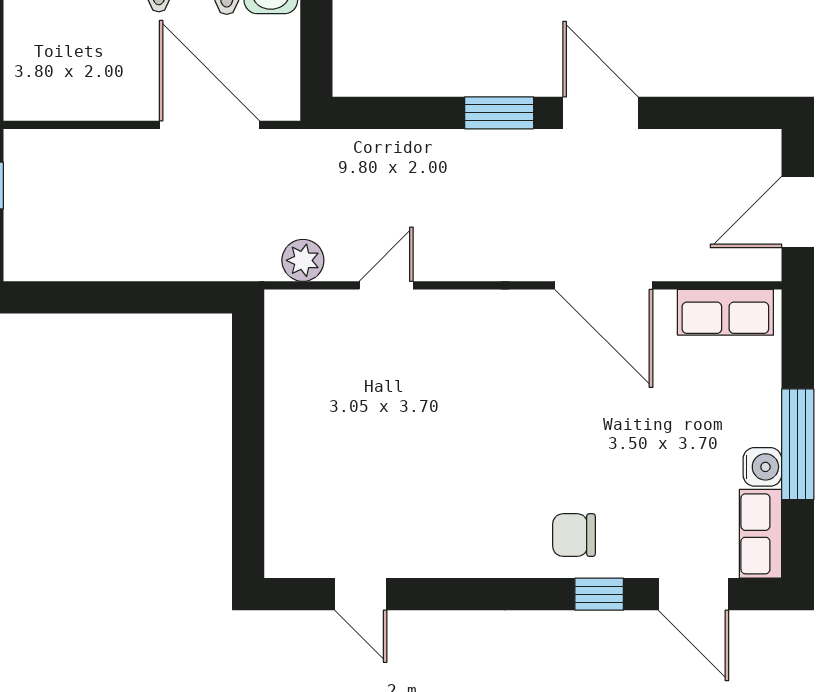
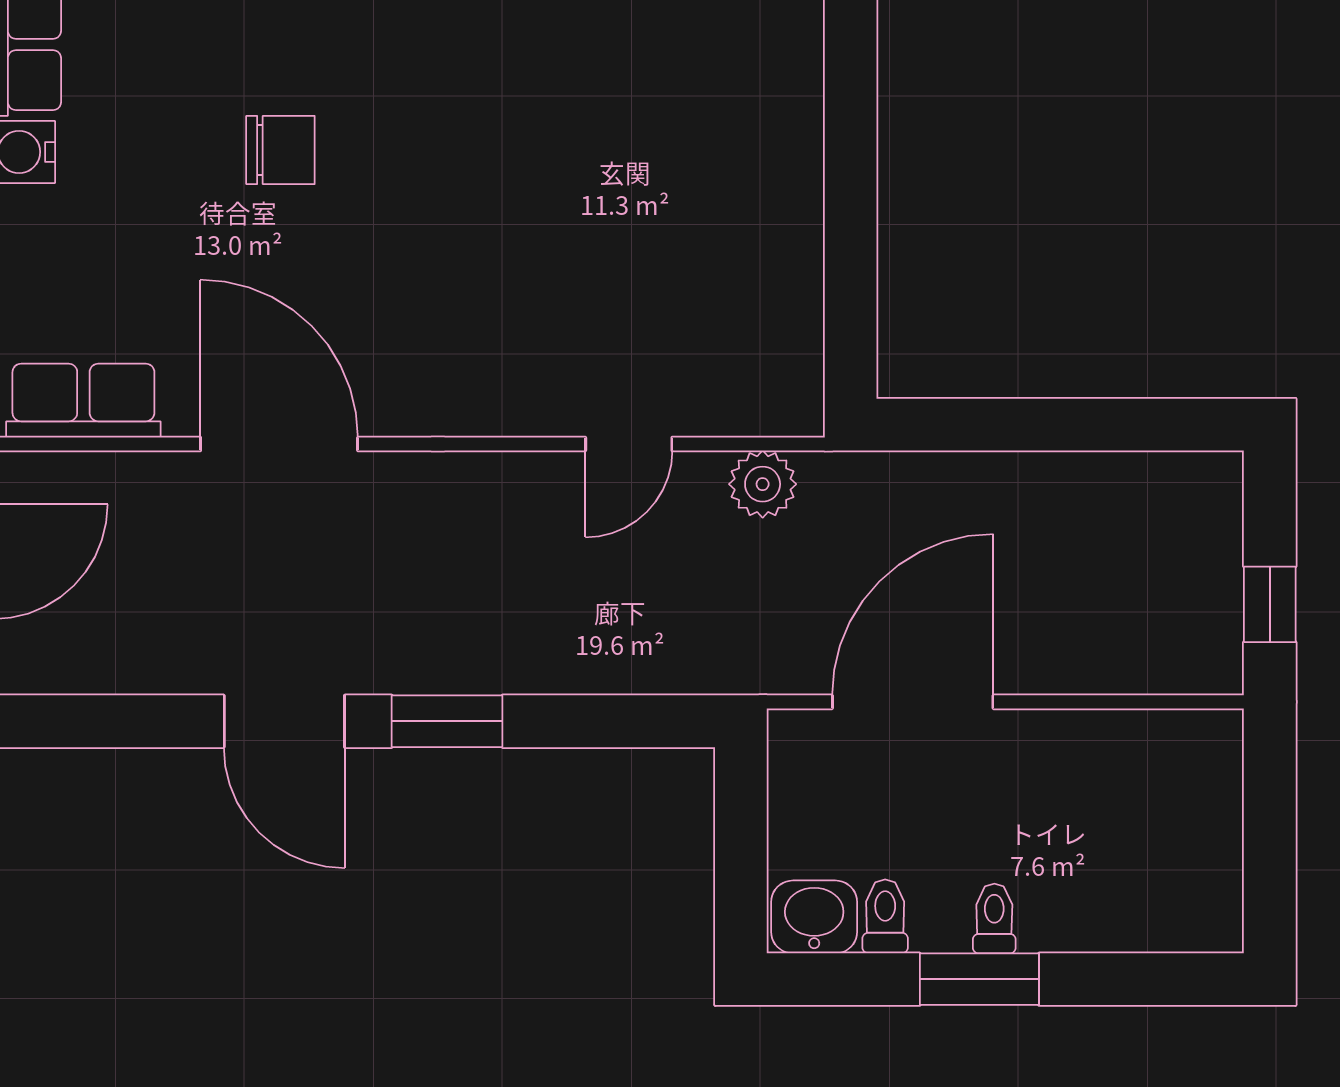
door: (210, 125) -> (913, 702), swing flipped
chair: (574, 535) -> (280, 150), moved

